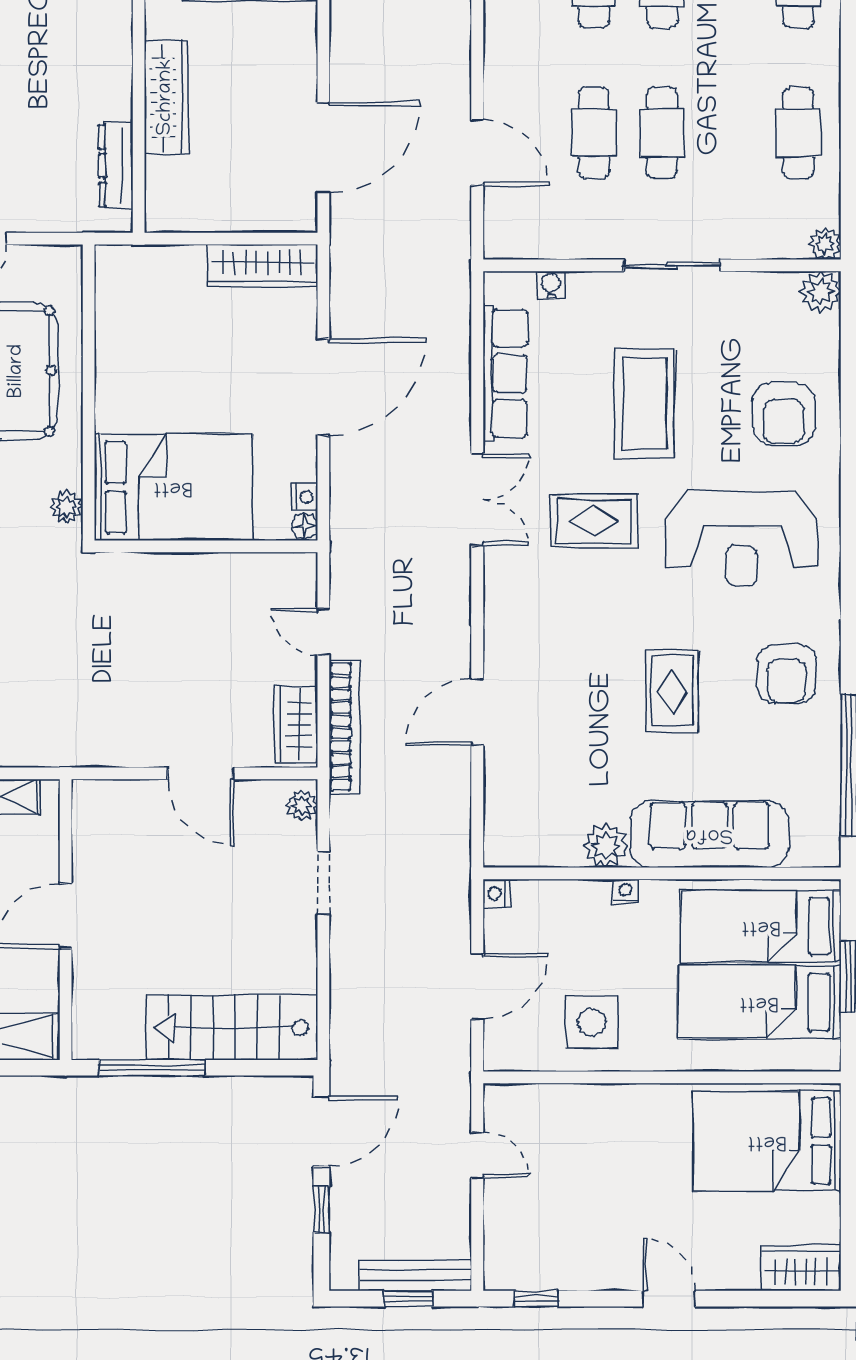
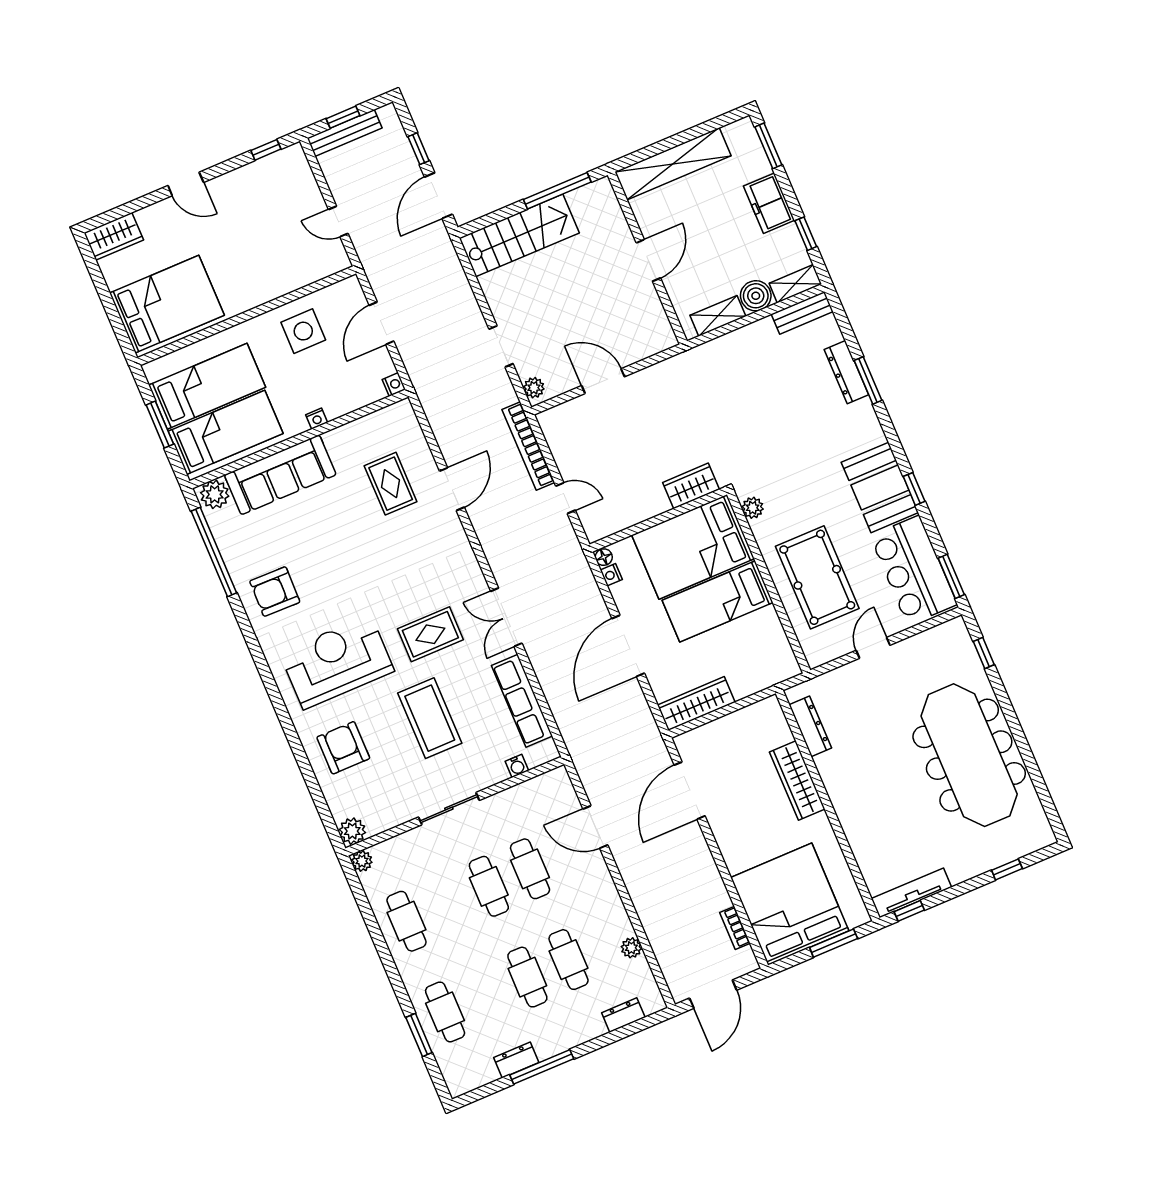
bed: (171, 396) -> (718, 601), added
armchair: (787, 674) -> (275, 592), turned -89
rug: (672, 691) -> (391, 484), moved
wardrobe: (296, 725) -> (691, 486), moved, turned -90
plant: (606, 846) -> (215, 494), moved

